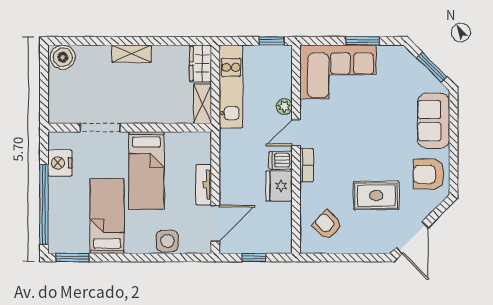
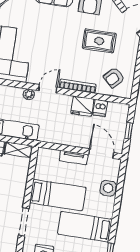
door: (296, 133) -> (48, 89), swing flipped
dishwasher: (280, 160) -> (100, 108), moved
bookcase: (307, 165) -> (78, 86), width x1.56
rug: (376, 195) -> (99, 41), turned 90

